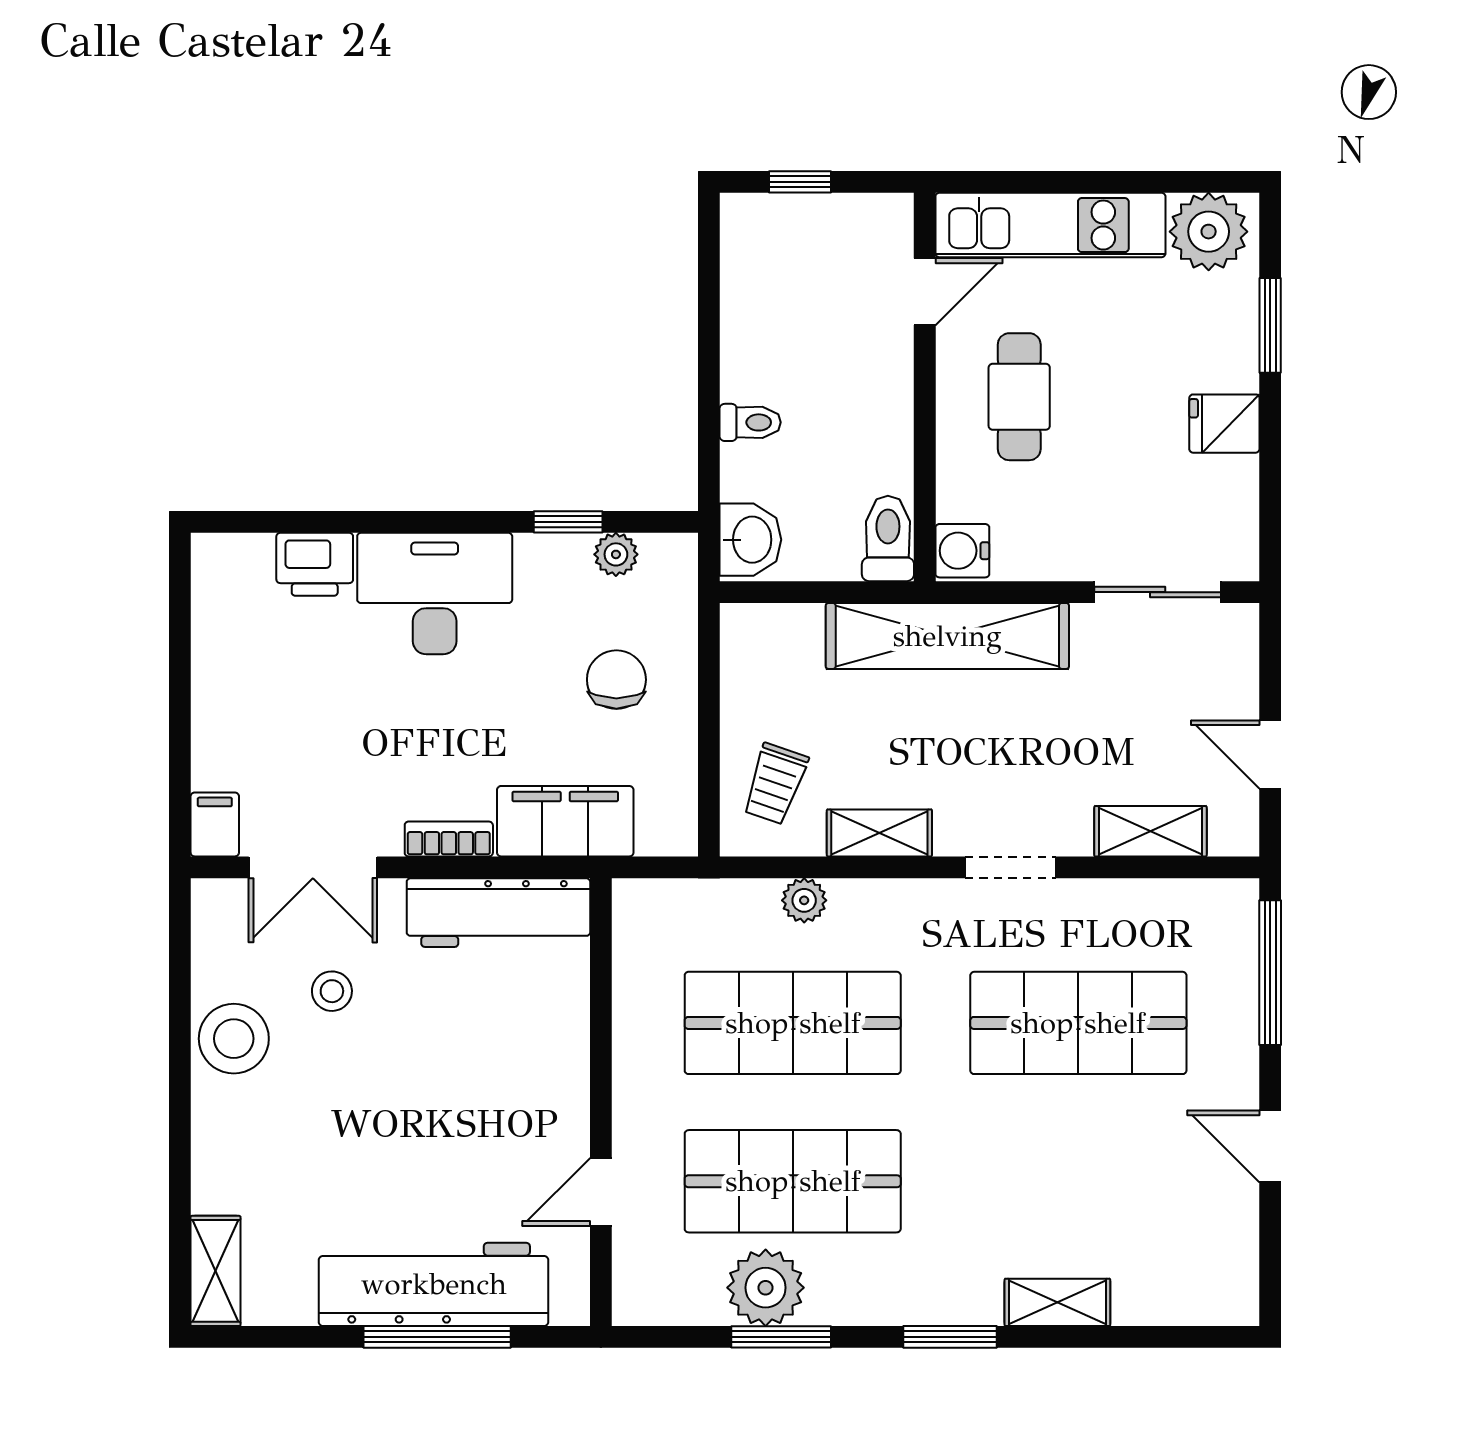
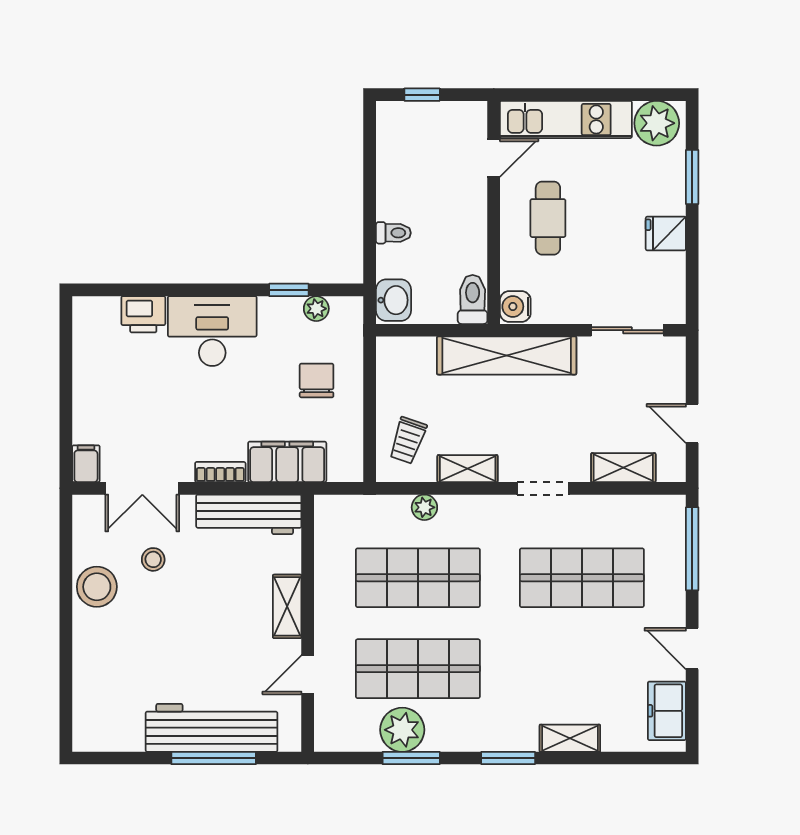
freezer: (1226, 1255) -> (667, 711), added
shelving: (216, 1271) -> (287, 606), moved

